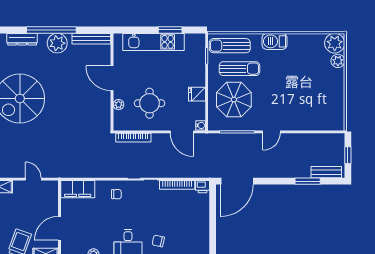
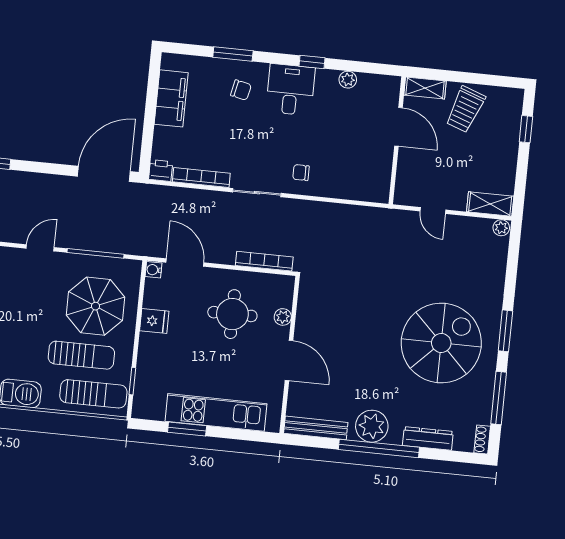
sun lounger: (240, 69) -> (81, 355), turned 180
filing cabinet: (78, 189) -> (171, 98), moved, turned 90
door: (59, 228) -> (399, 127), hinge flipped

